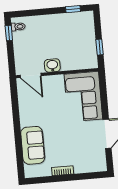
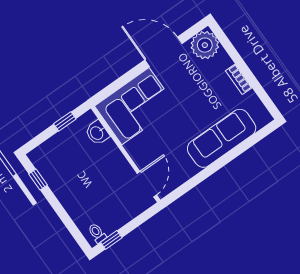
washbasin: (52, 65) -> (97, 133), moved
sofa: (33, 145) -> (222, 138), width x1.36
plant: (96, 162) -> (205, 45), added

